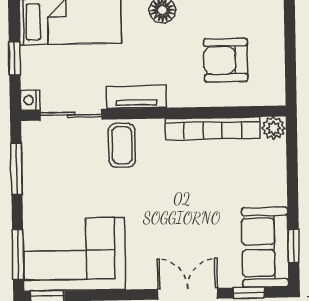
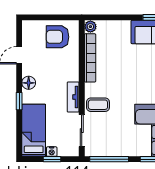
armchair: (226, 60) -> (58, 37), moved, turned 90
nightstand: (30, 100) -> (52, 152), moved
window: (17, 169) -> (109, 159), width x1.44

